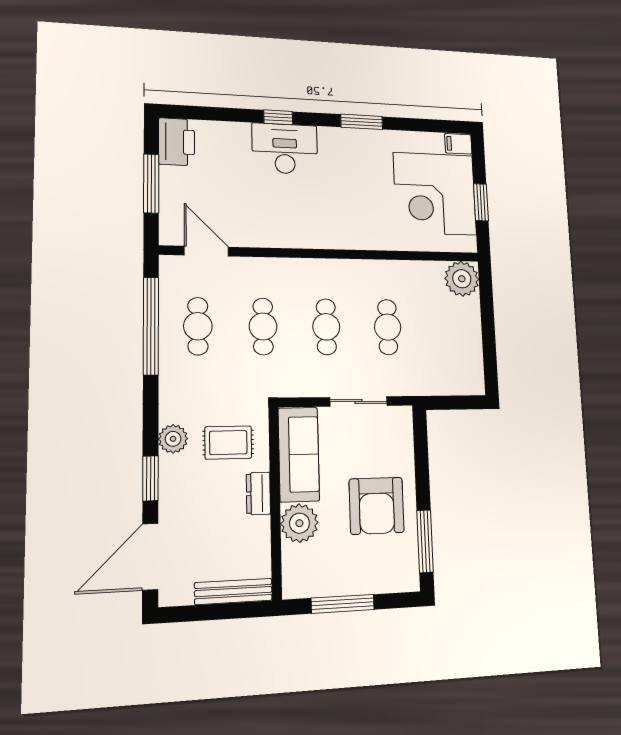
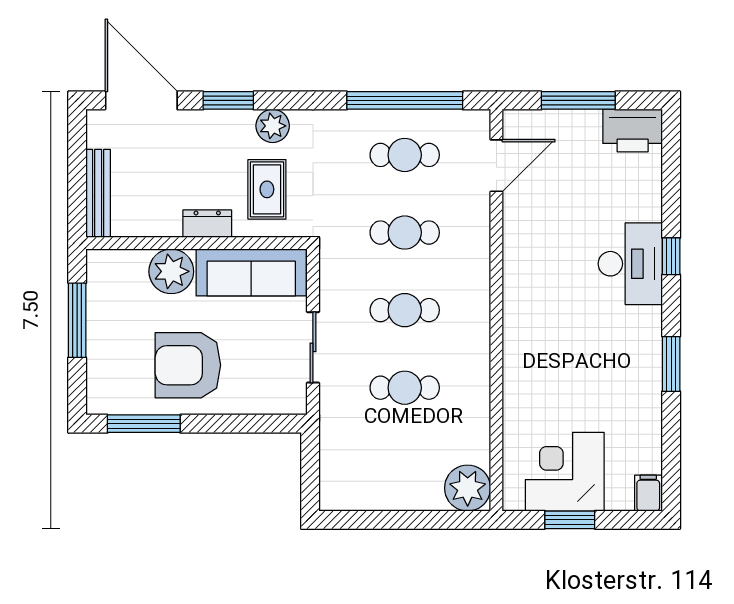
corner desk: (435, 194) -> (565, 472), width x0.74, depth x0.74

